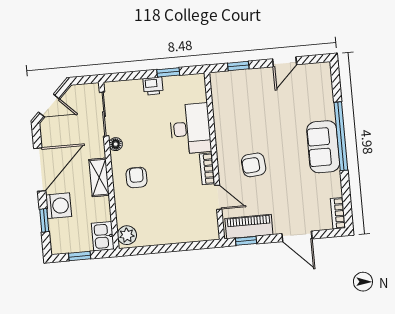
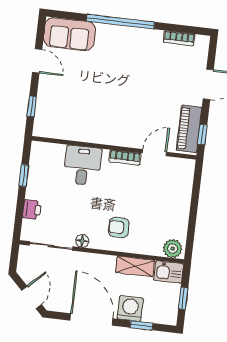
printer: (153, 86) -> (32, 209), moved
desk: (190, 129) -> (83, 165), width x0.73
sofa: (323, 147) -> (70, 34), moved
armchair: (254, 165) -> (130, 112), removed
shelving: (99, 177) -> (135, 266), moved
bookcase: (338, 213) -> (179, 38), moved

